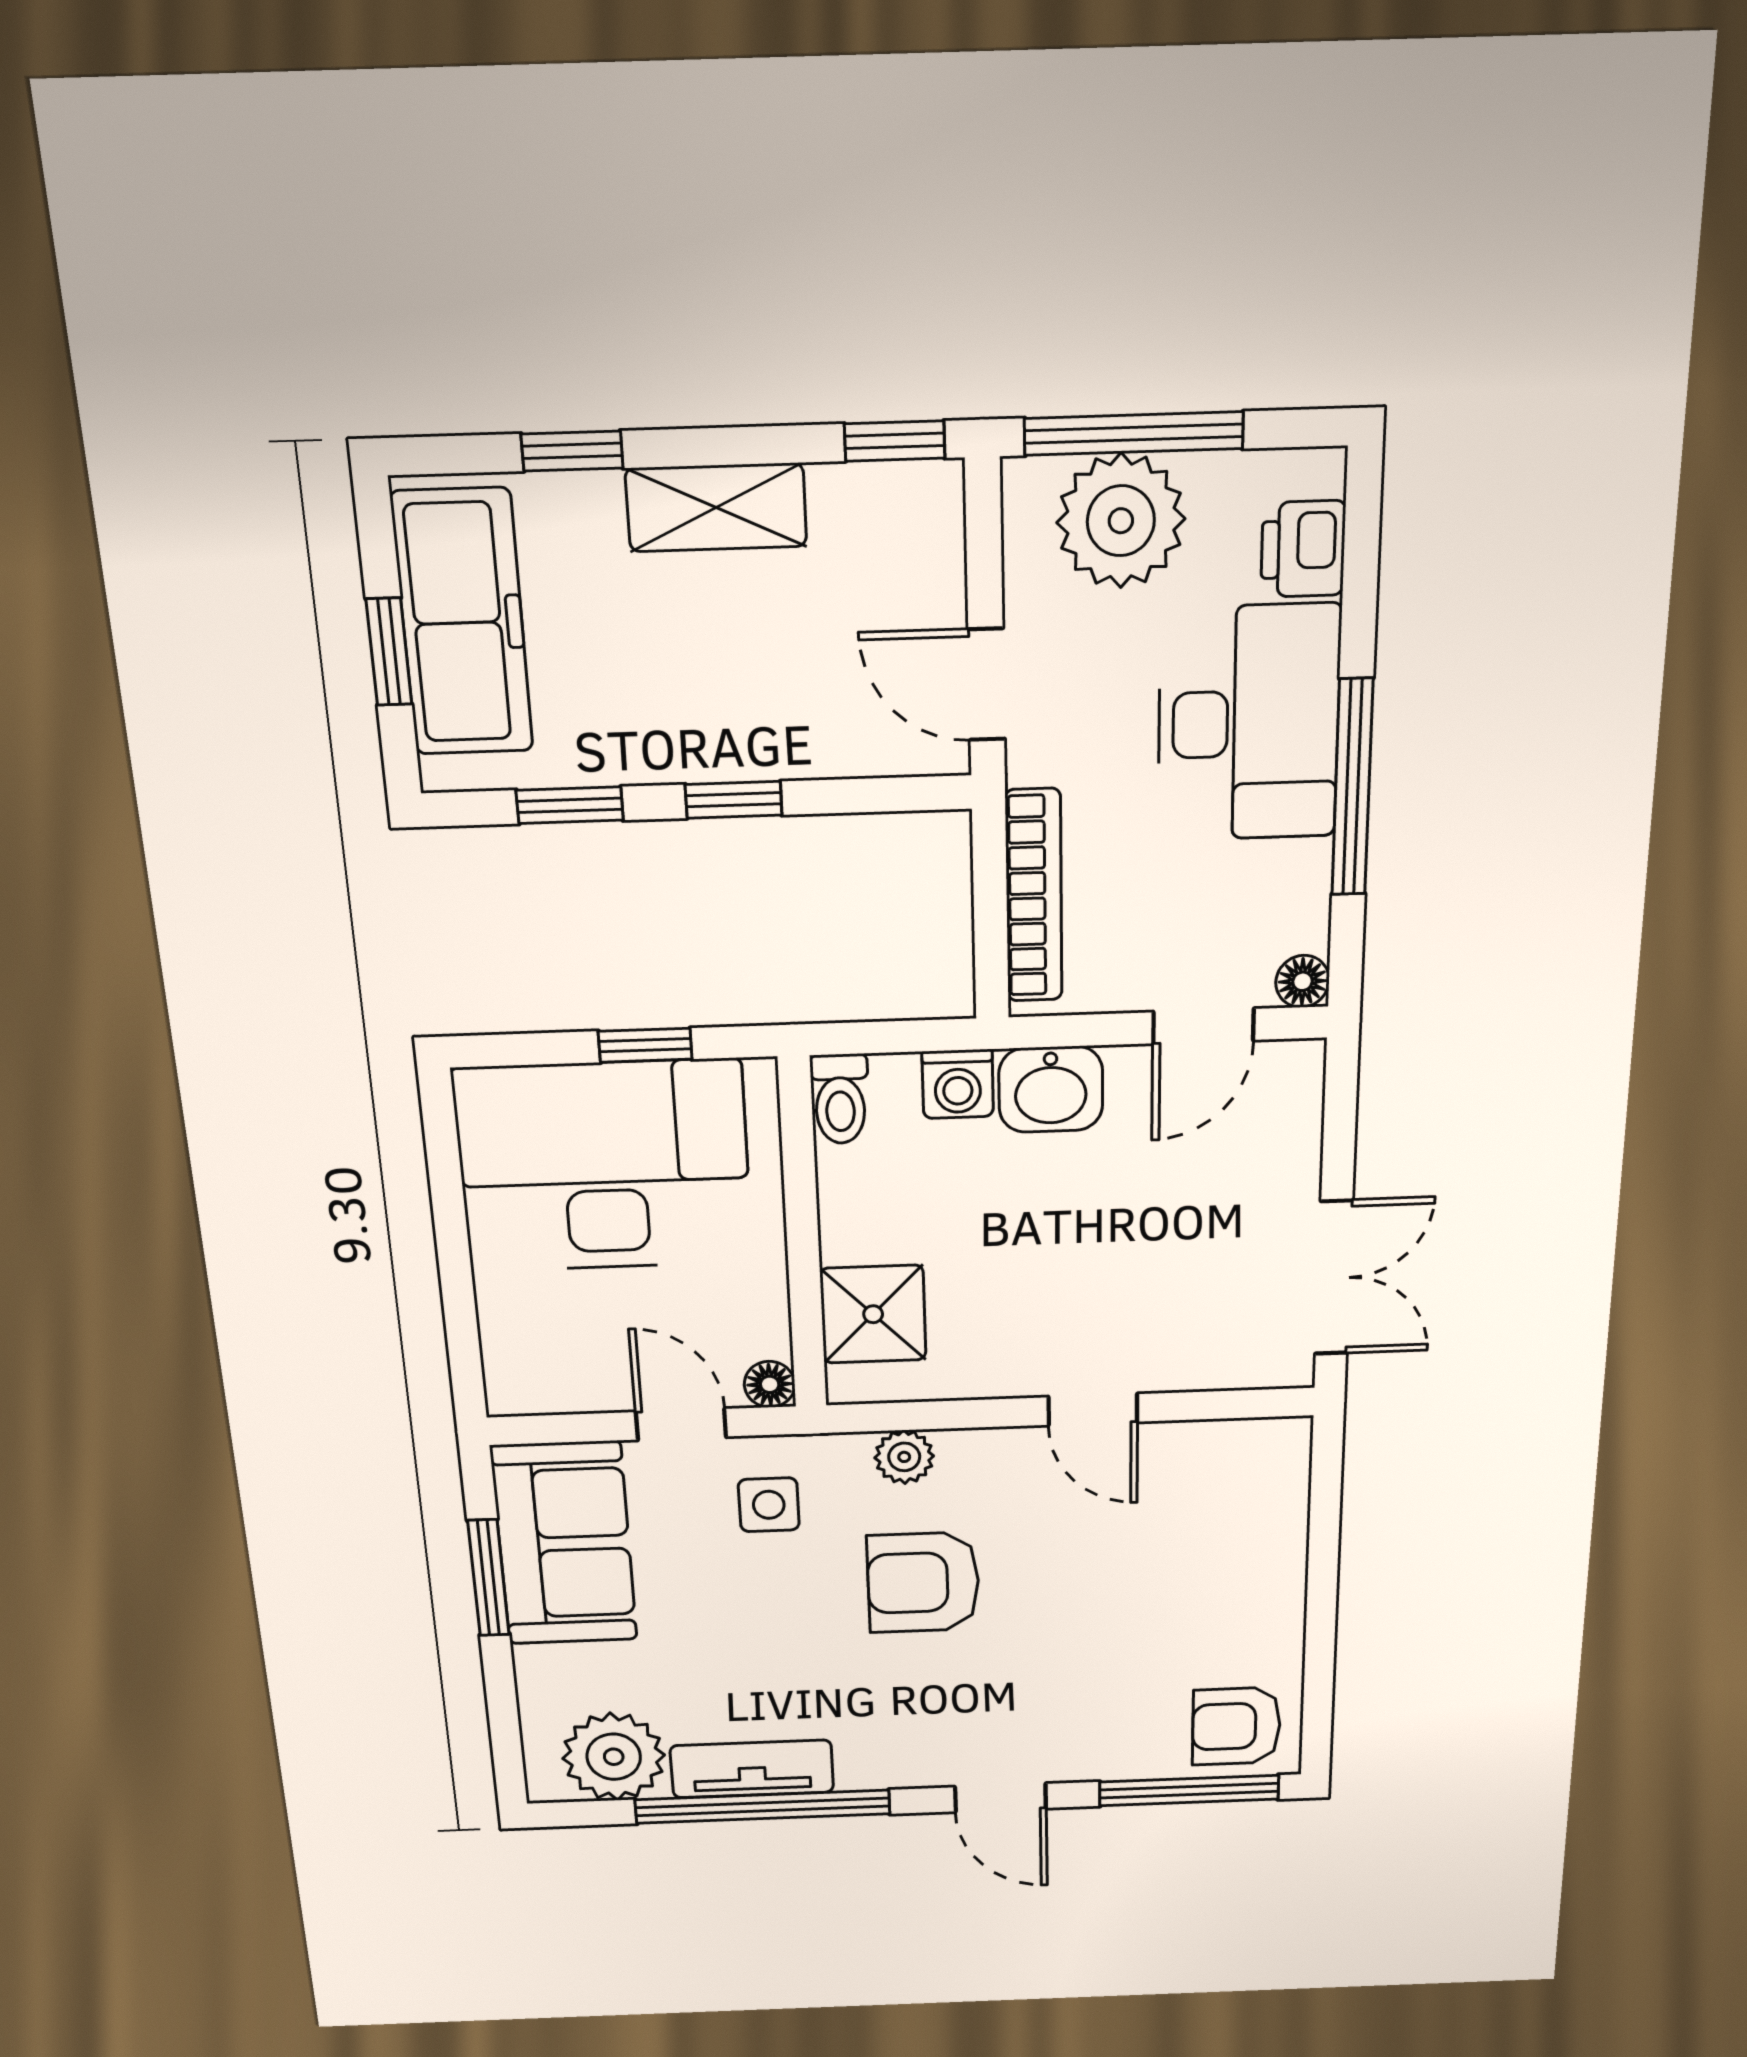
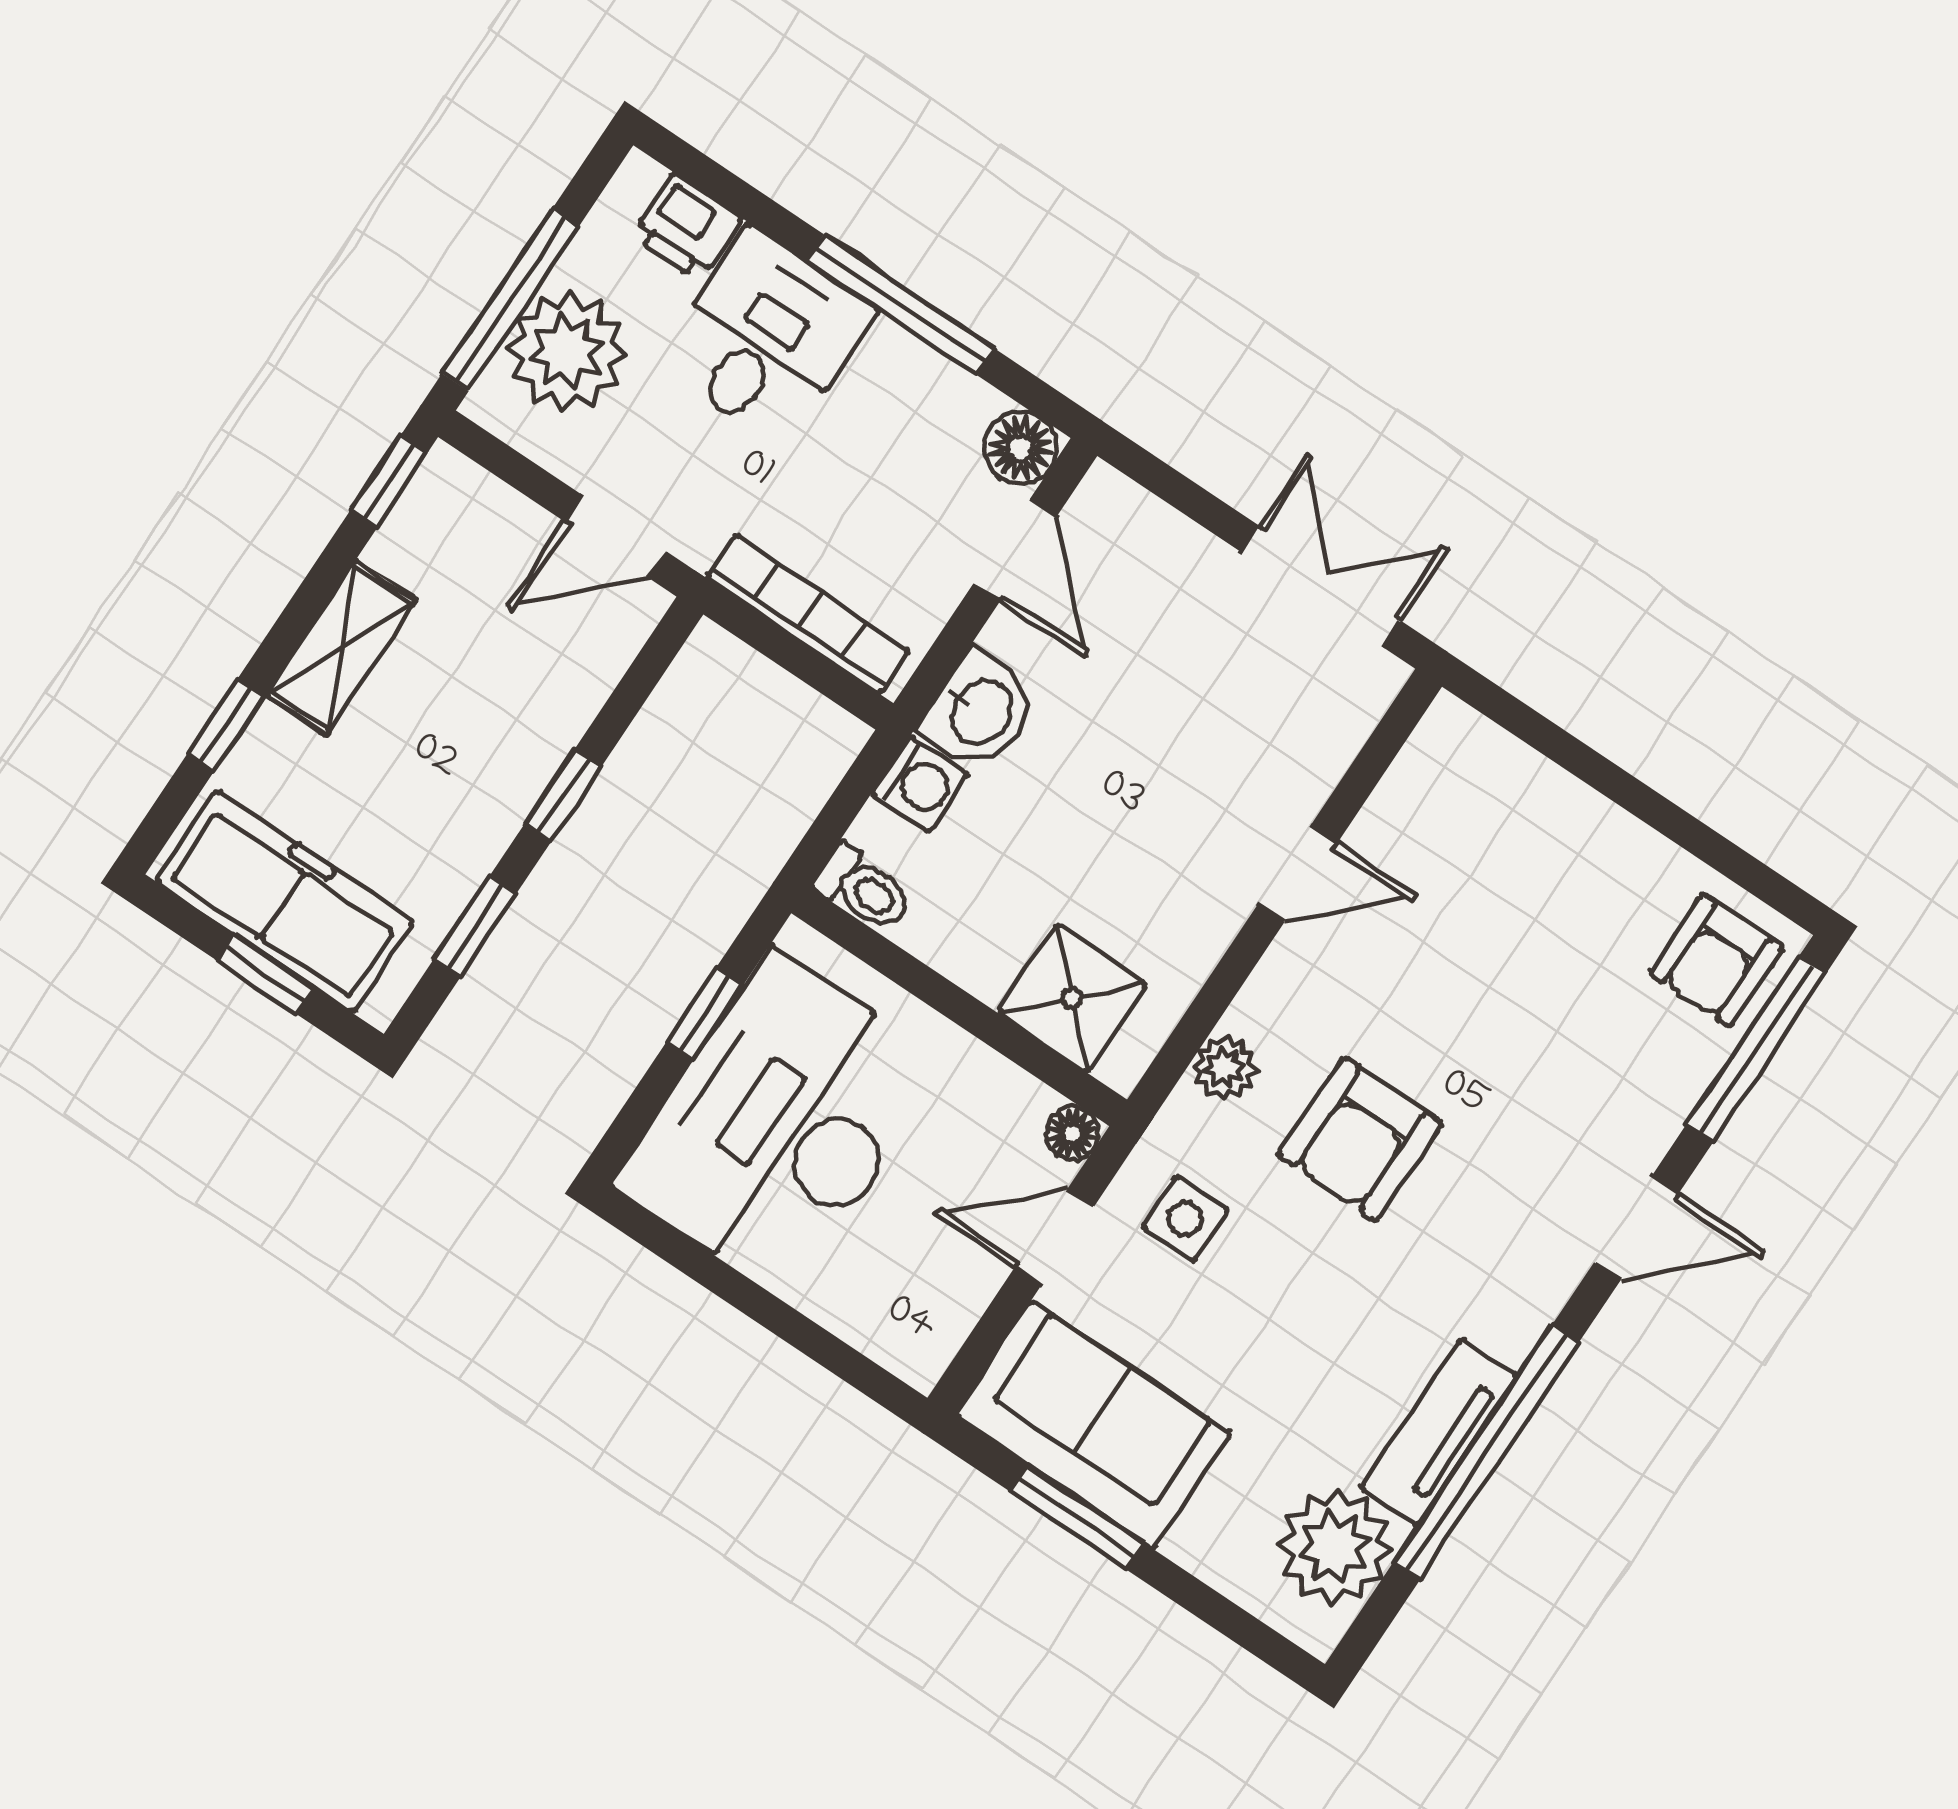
desk: (1249, 723) -> (766, 337), width x0.73
floor lamp: (1303, 981) -> (1021, 448), width x1.37, depth x1.37

